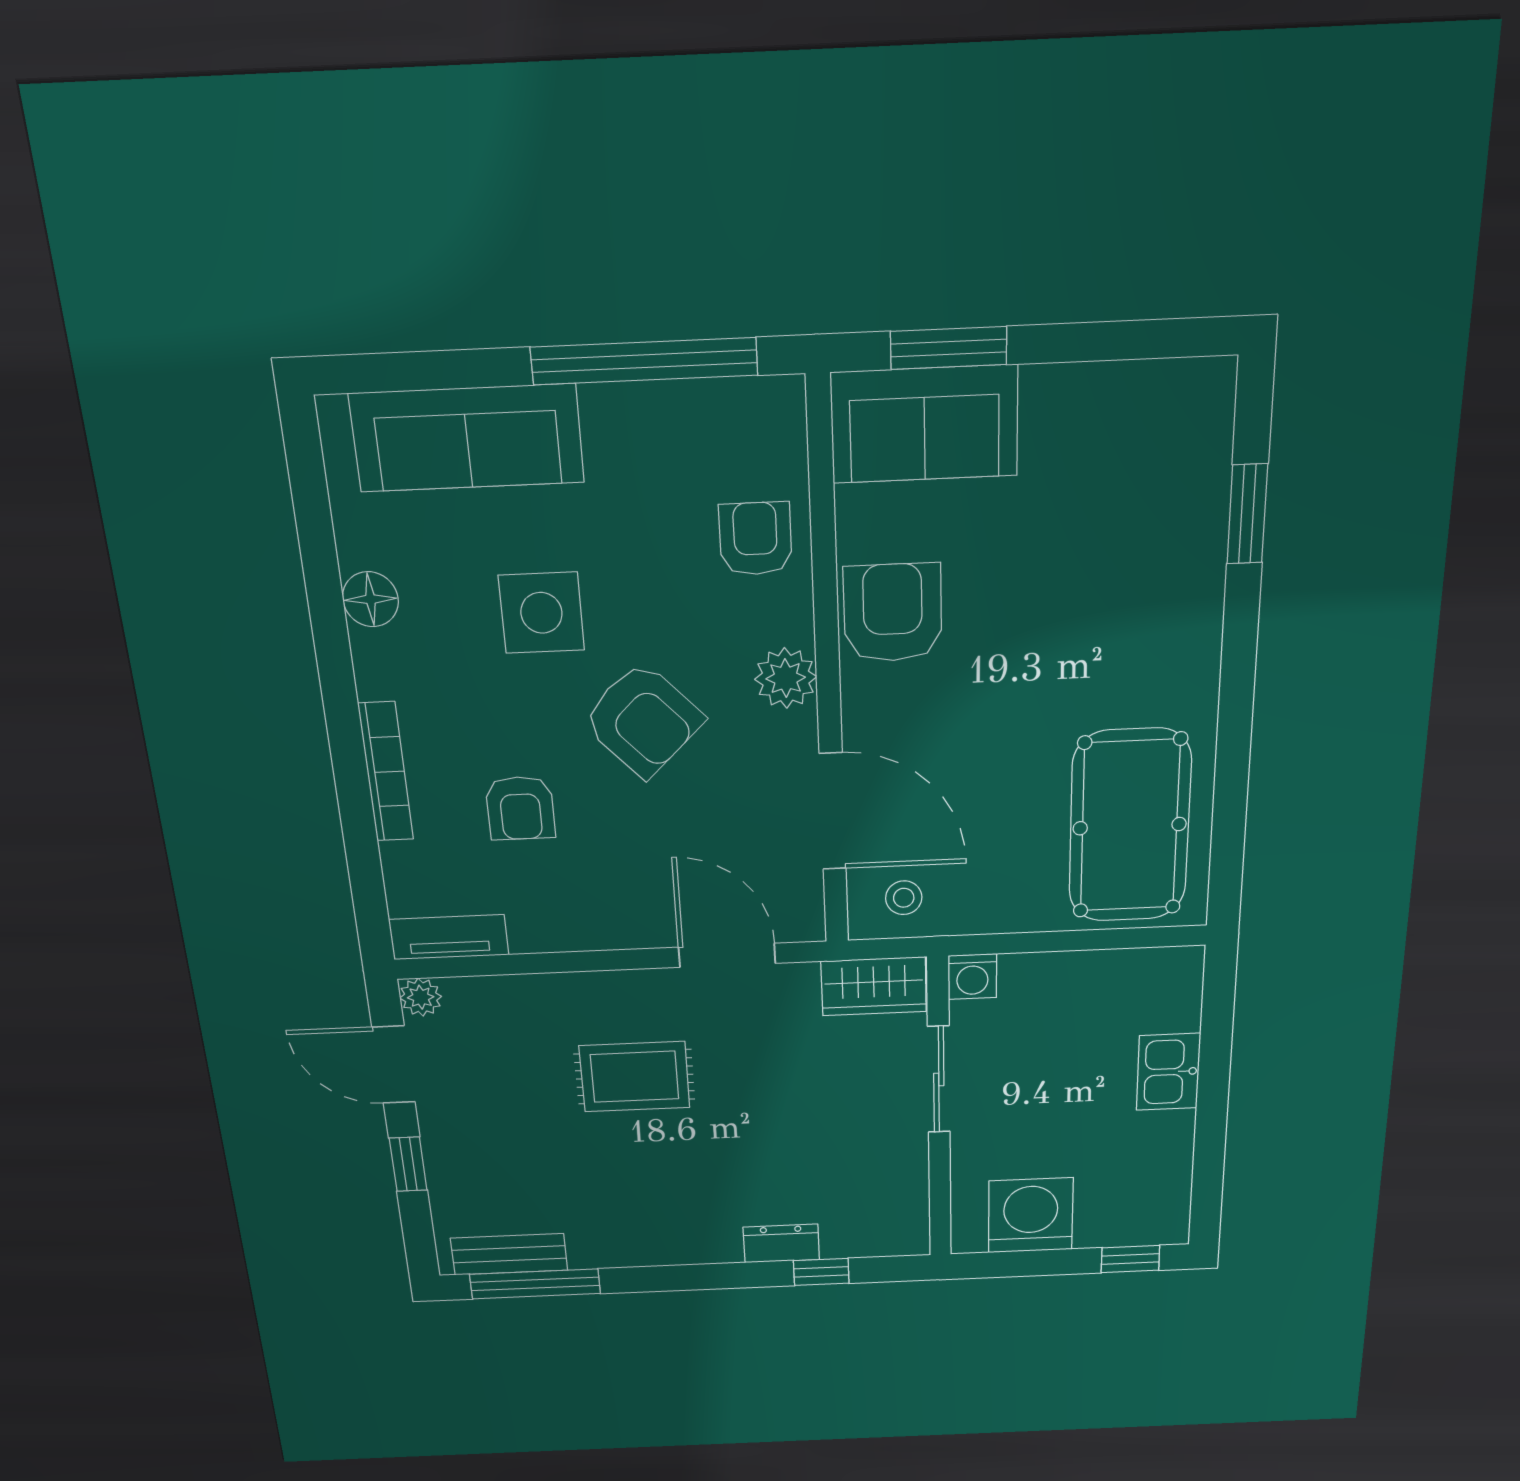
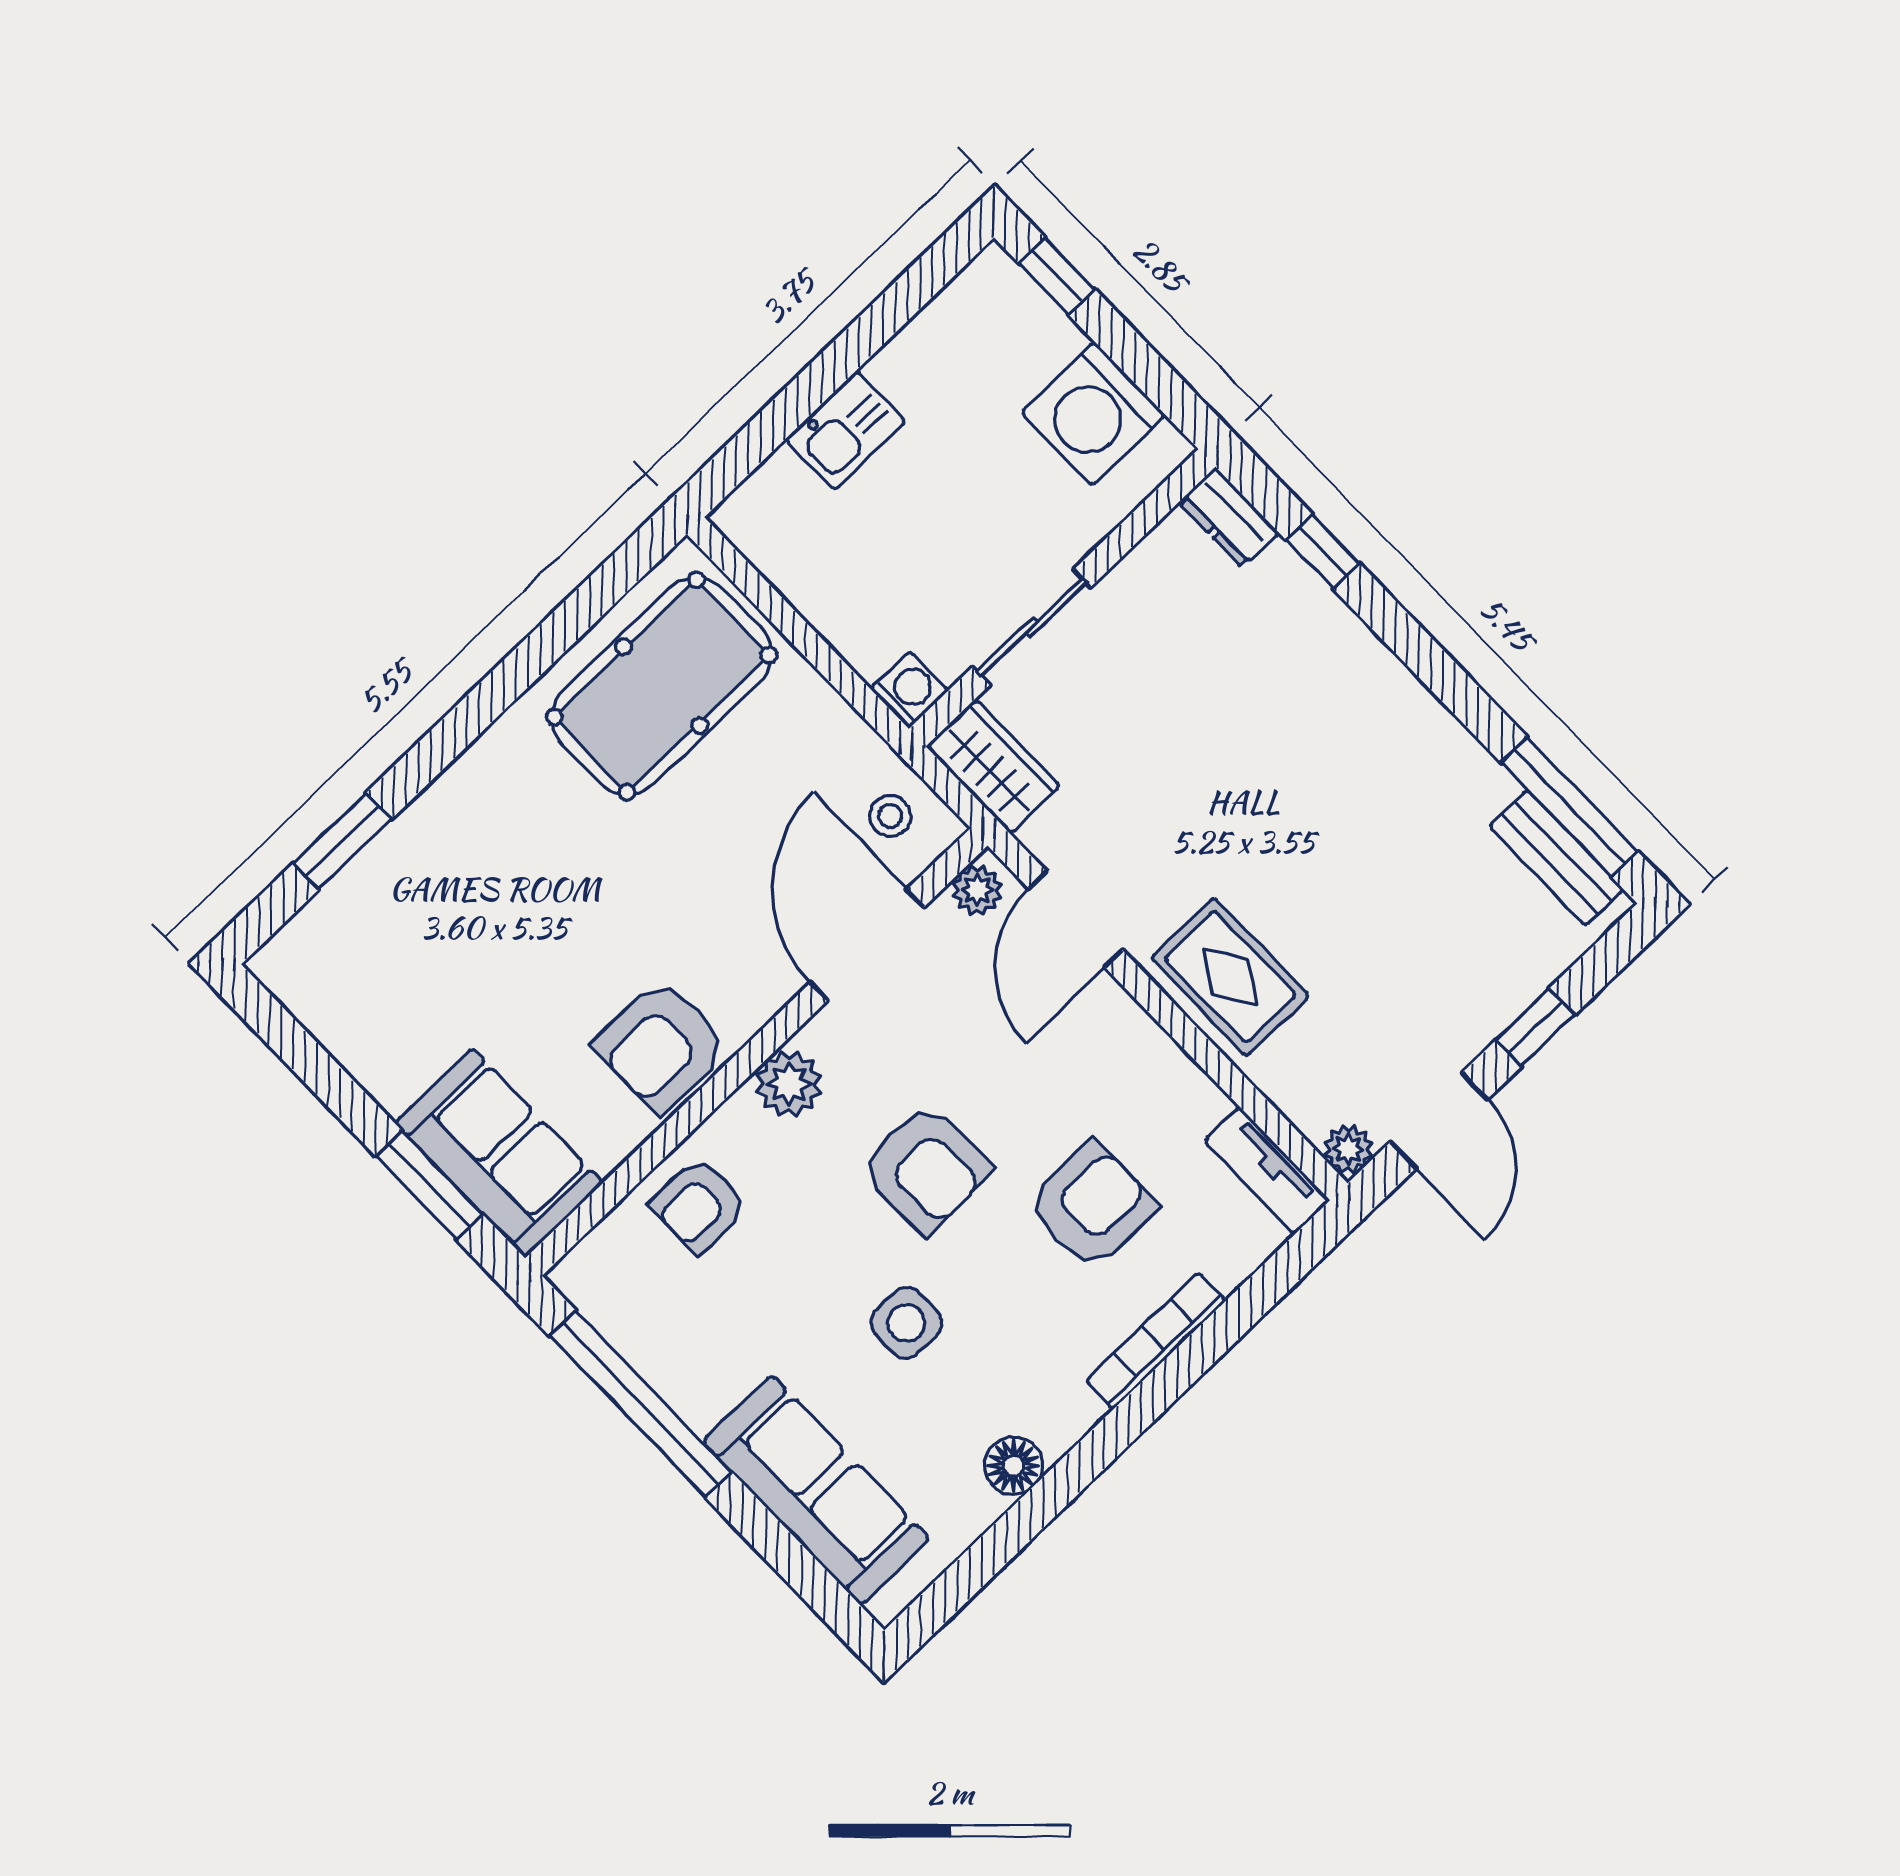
side table: (541, 613) -> (906, 1323), width x0.73, depth x0.73
armchair: (643, 720) -> (926, 1169), turned 132
armchair: (520, 808) -> (1092, 1205), width x1.38, depth x1.38
plant: (803, 911) -> (977, 890), added
rug: (635, 1077) -> (1230, 977), moved
dresser: (781, 1243) -> (1229, 517), moved

